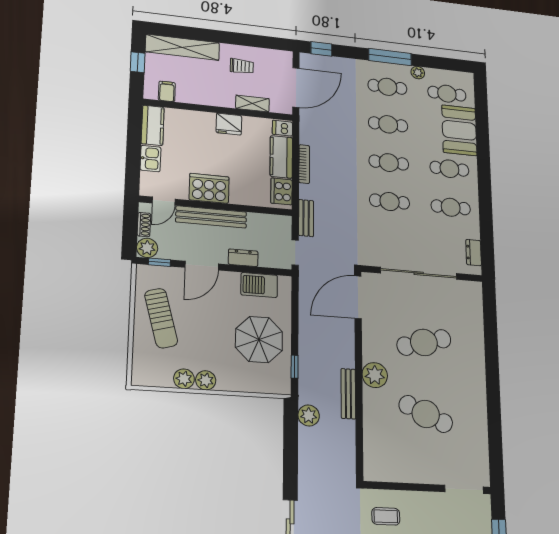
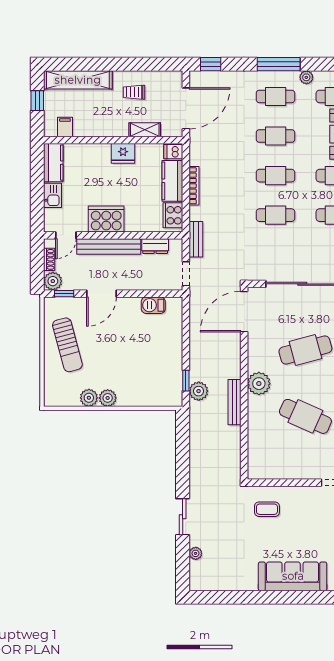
trolley: (242, 66) -> (134, 92), turned 180
dresser: (243, 258) -> (155, 246), moved, turned 180
barbecue: (259, 285) -> (153, 305), width x0.73, depth x0.79
parasol: (259, 340) -> (154, 358), removed
plant: (309, 415) -> (199, 391), moved

